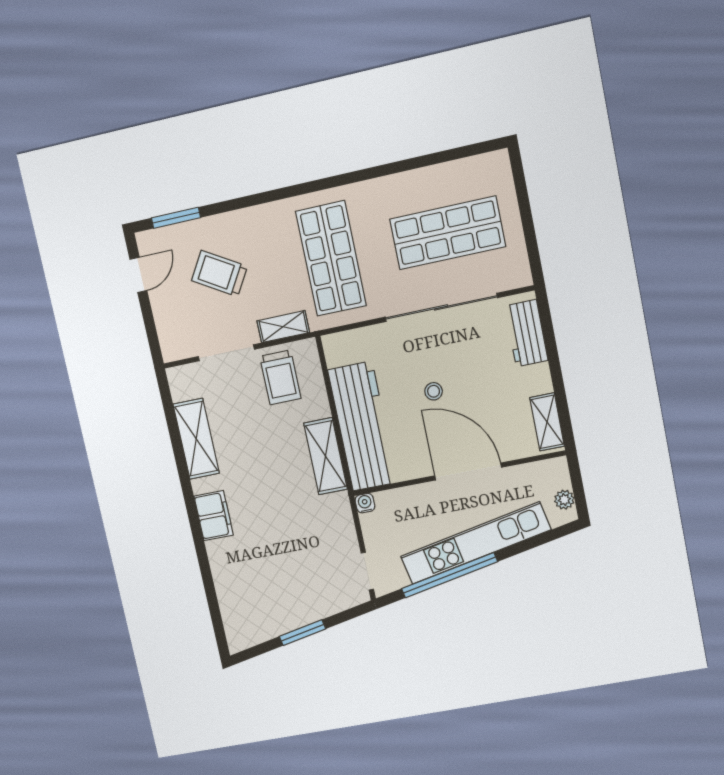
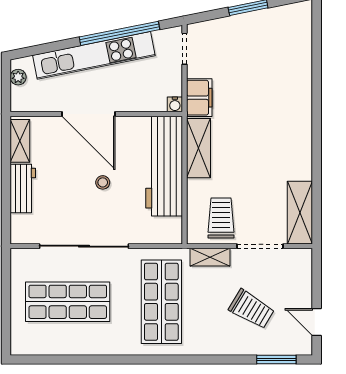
door: (138, 275) -> (317, 322), hinge flipped
workbench: (526, 333) -> (23, 188), moved
shelving: (196, 439) -> (300, 213), moved
filing cabinet: (214, 516) -> (199, 98), moved, turned 180

